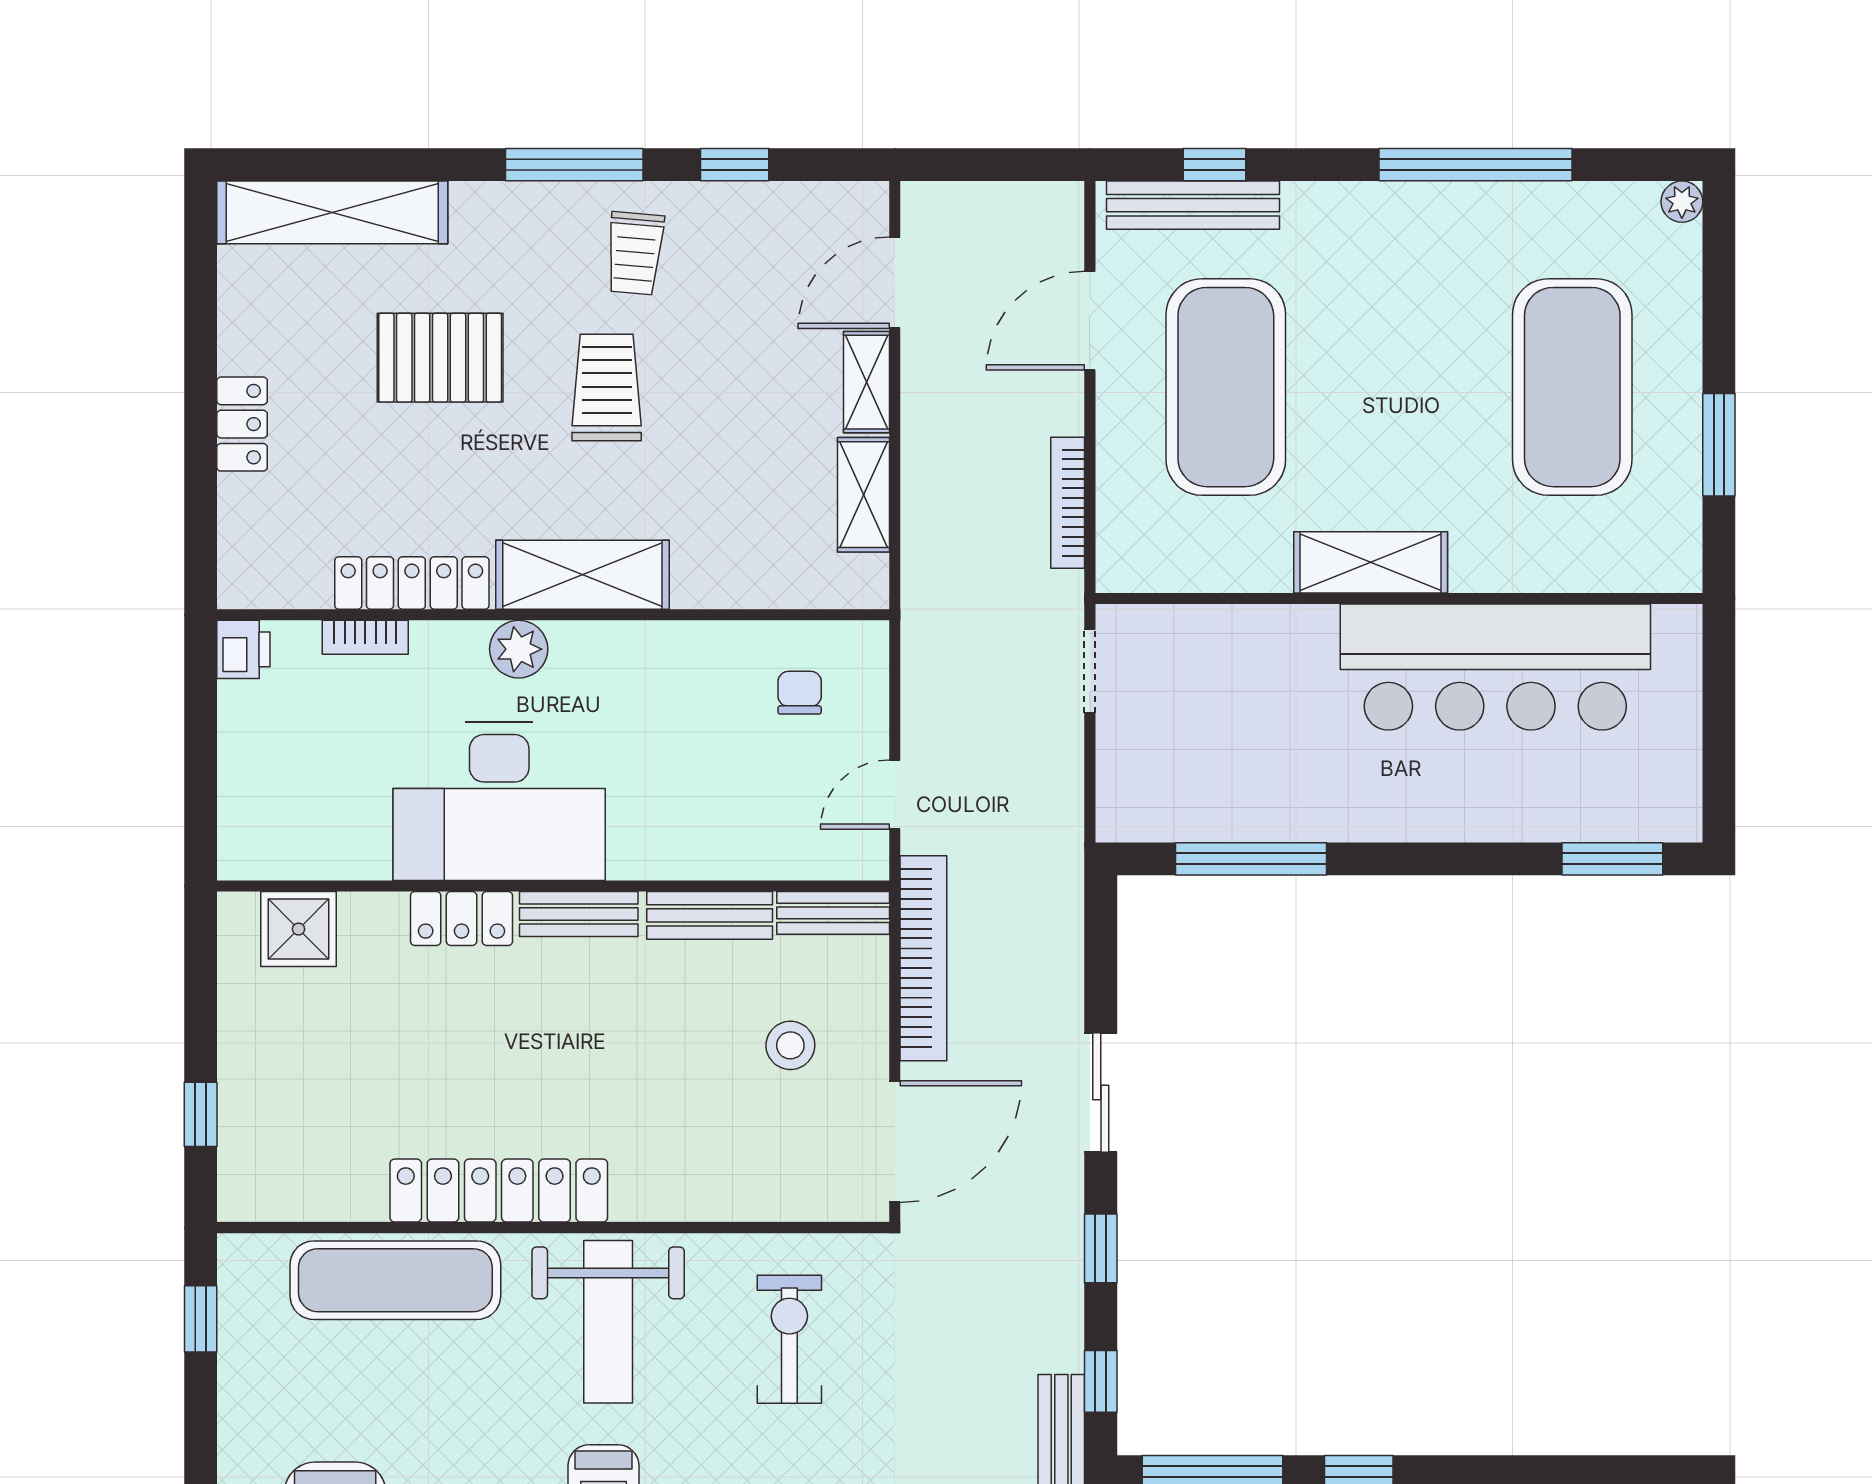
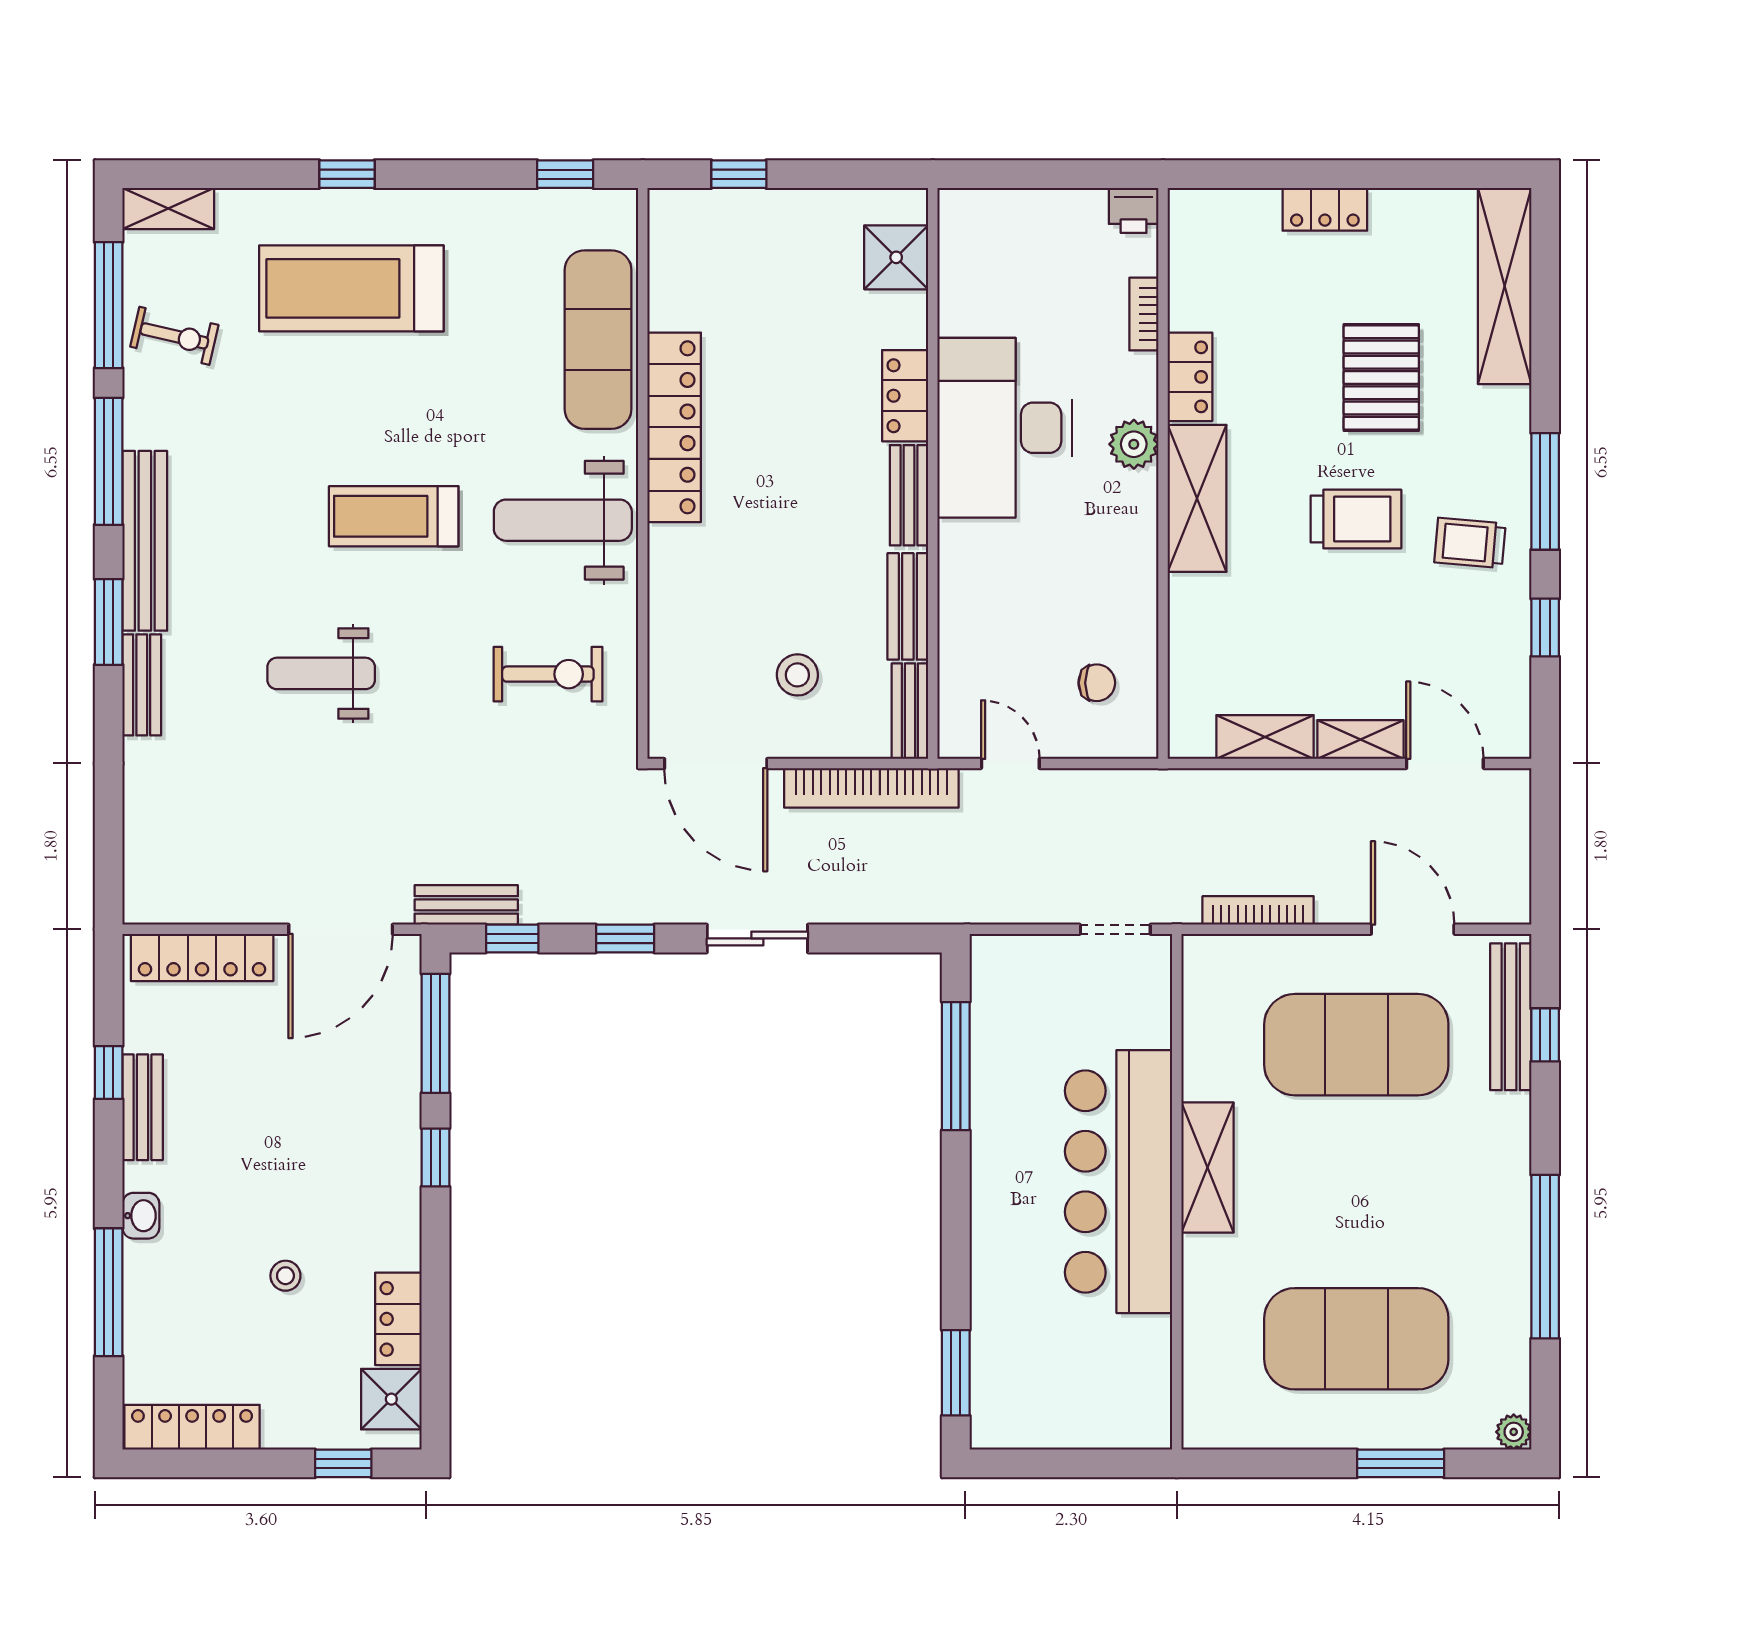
window: (1719, 445) -> (1401, 1463), moved
locker: (412, 583) -> (1190, 377), width x0.66
bar counter: (1495, 667) -> (1119, 1182), moved

